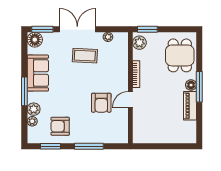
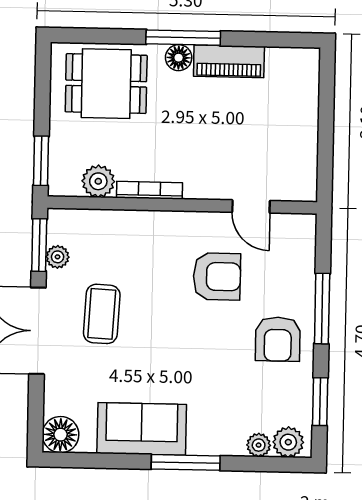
window: (42, 29) -> (39, 245), moved
plant: (139, 43) -> (98, 181), moved
door: (130, 99) -> (251, 206), moved
plant: (34, 109) -> (288, 442), moved
armchair: (60, 126) -> (278, 339), moved

